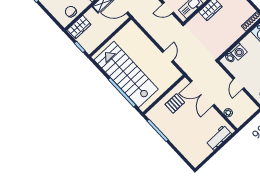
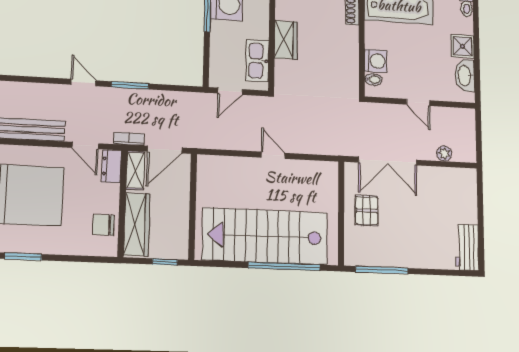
wardrobe: (79, 27) -> (137, 224), width x1.50
door: (168, 56) -> (273, 155), moved
workbench: (219, 138) -> (467, 247), moved

